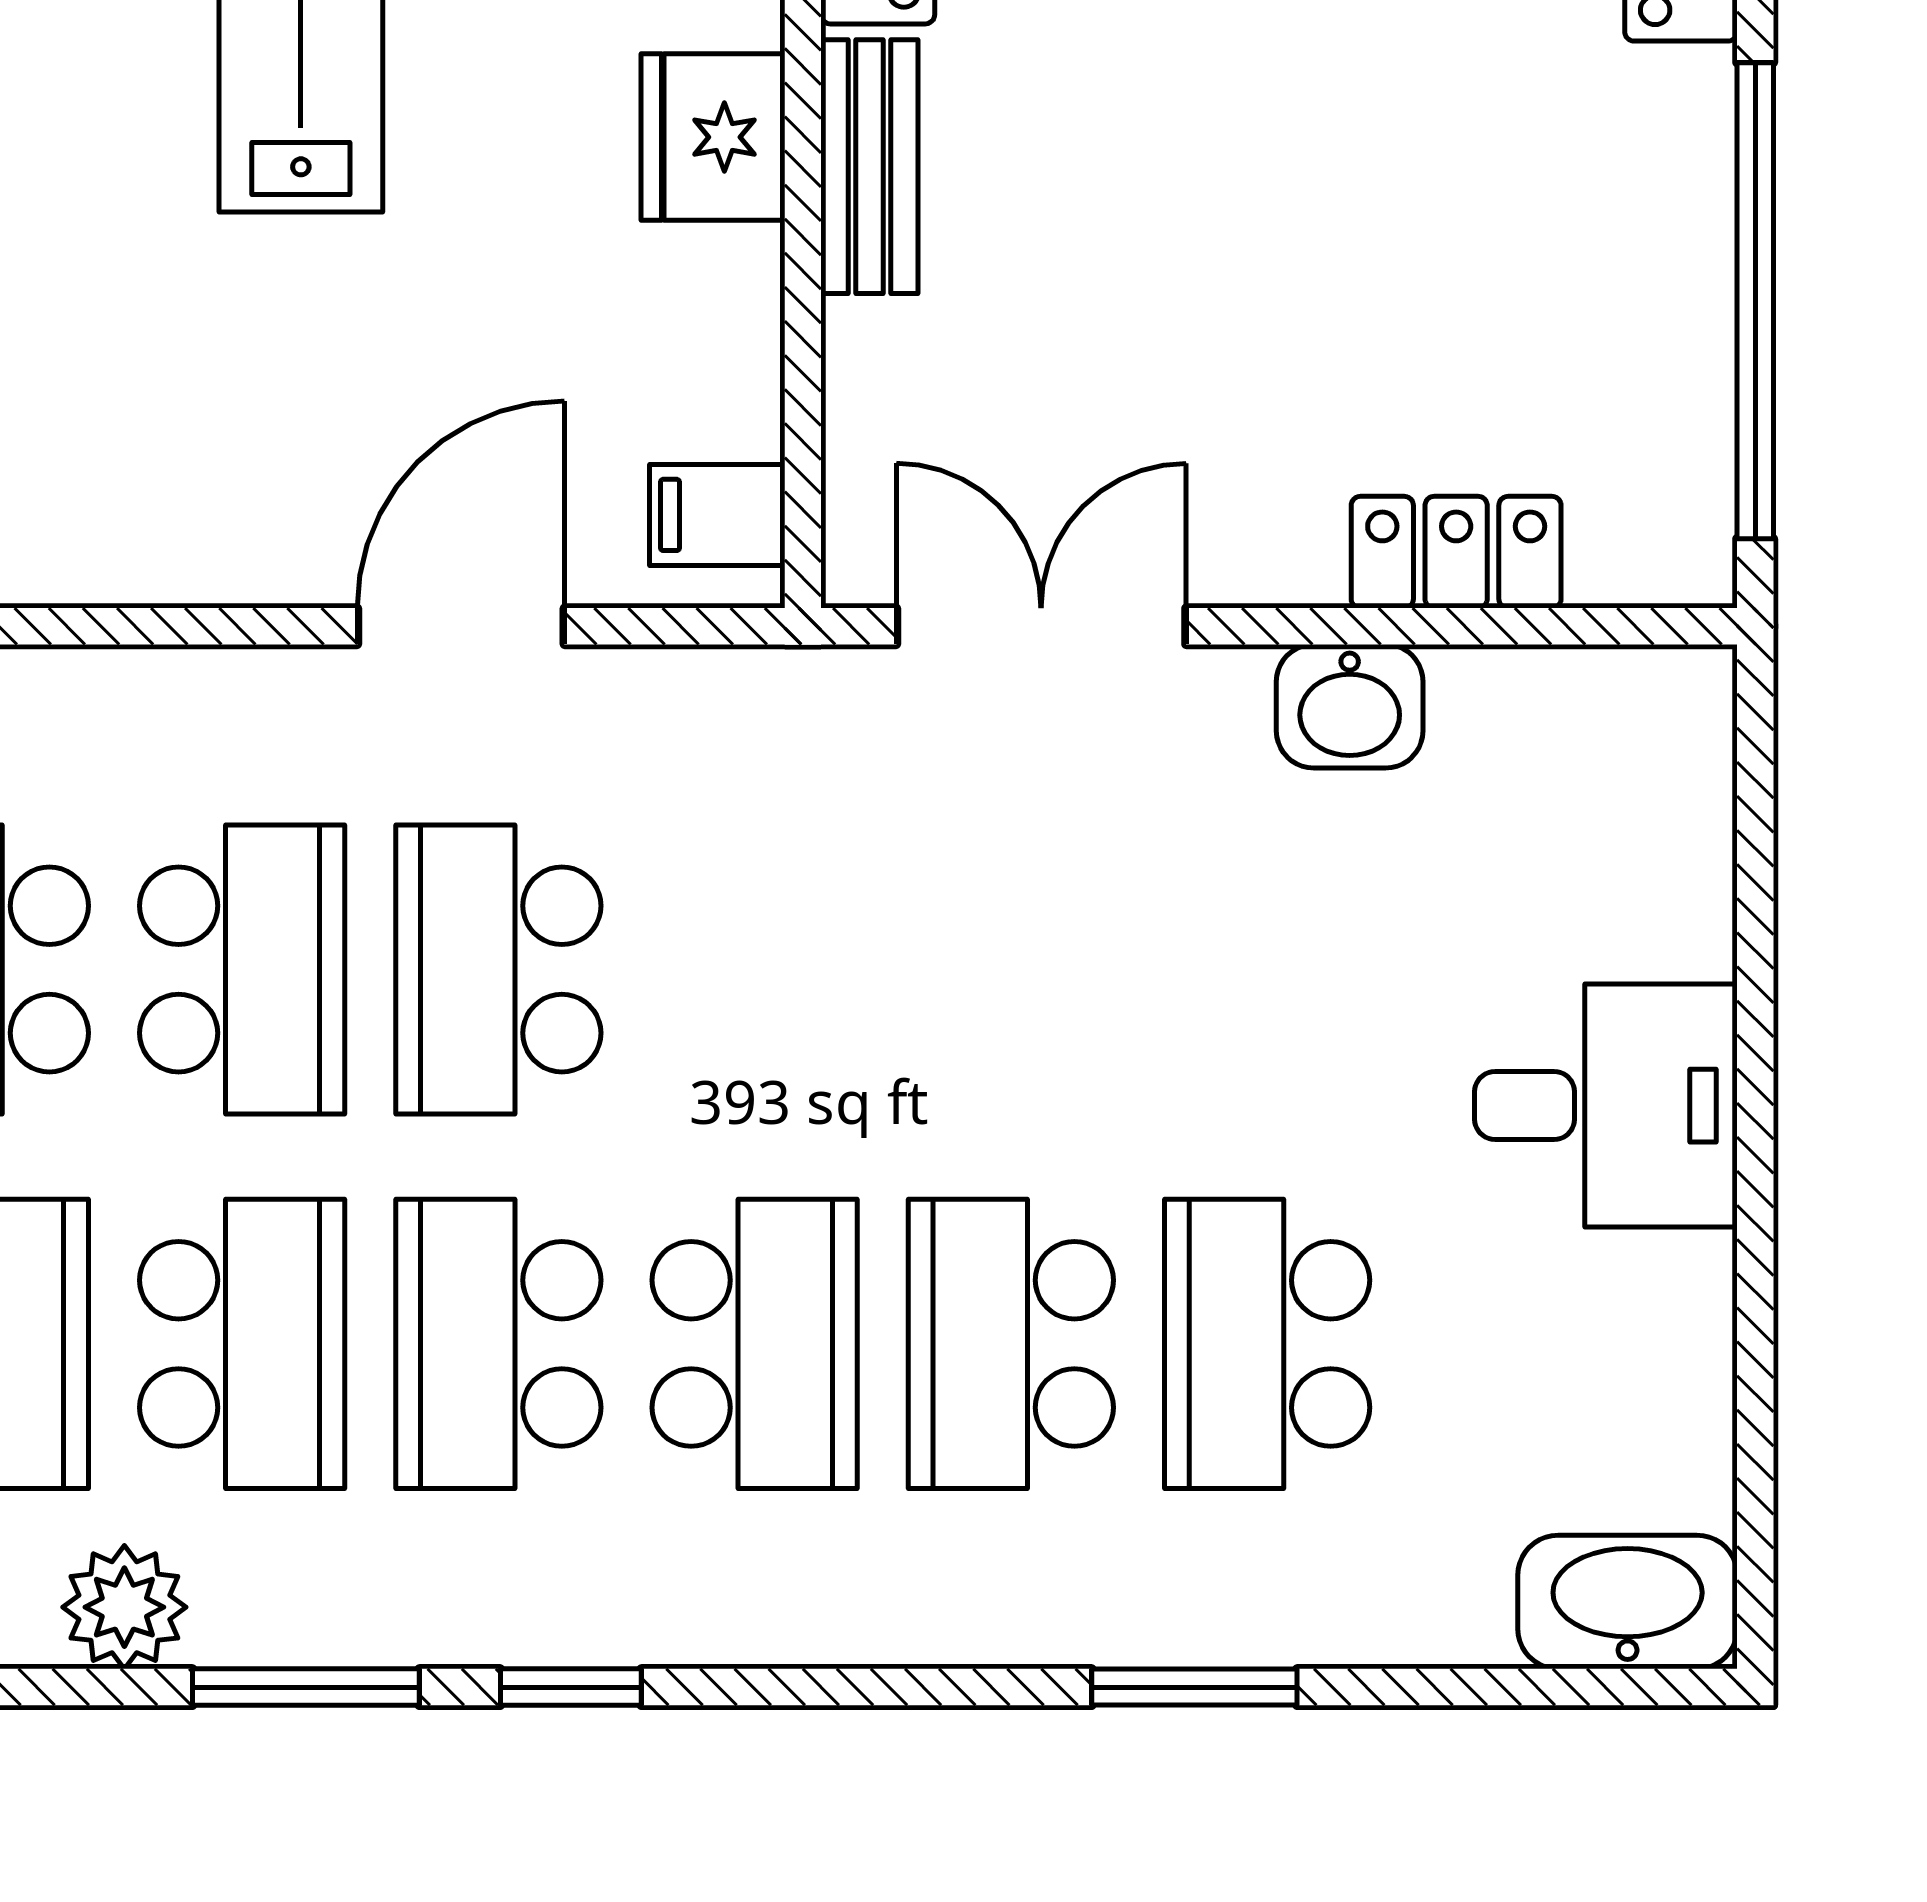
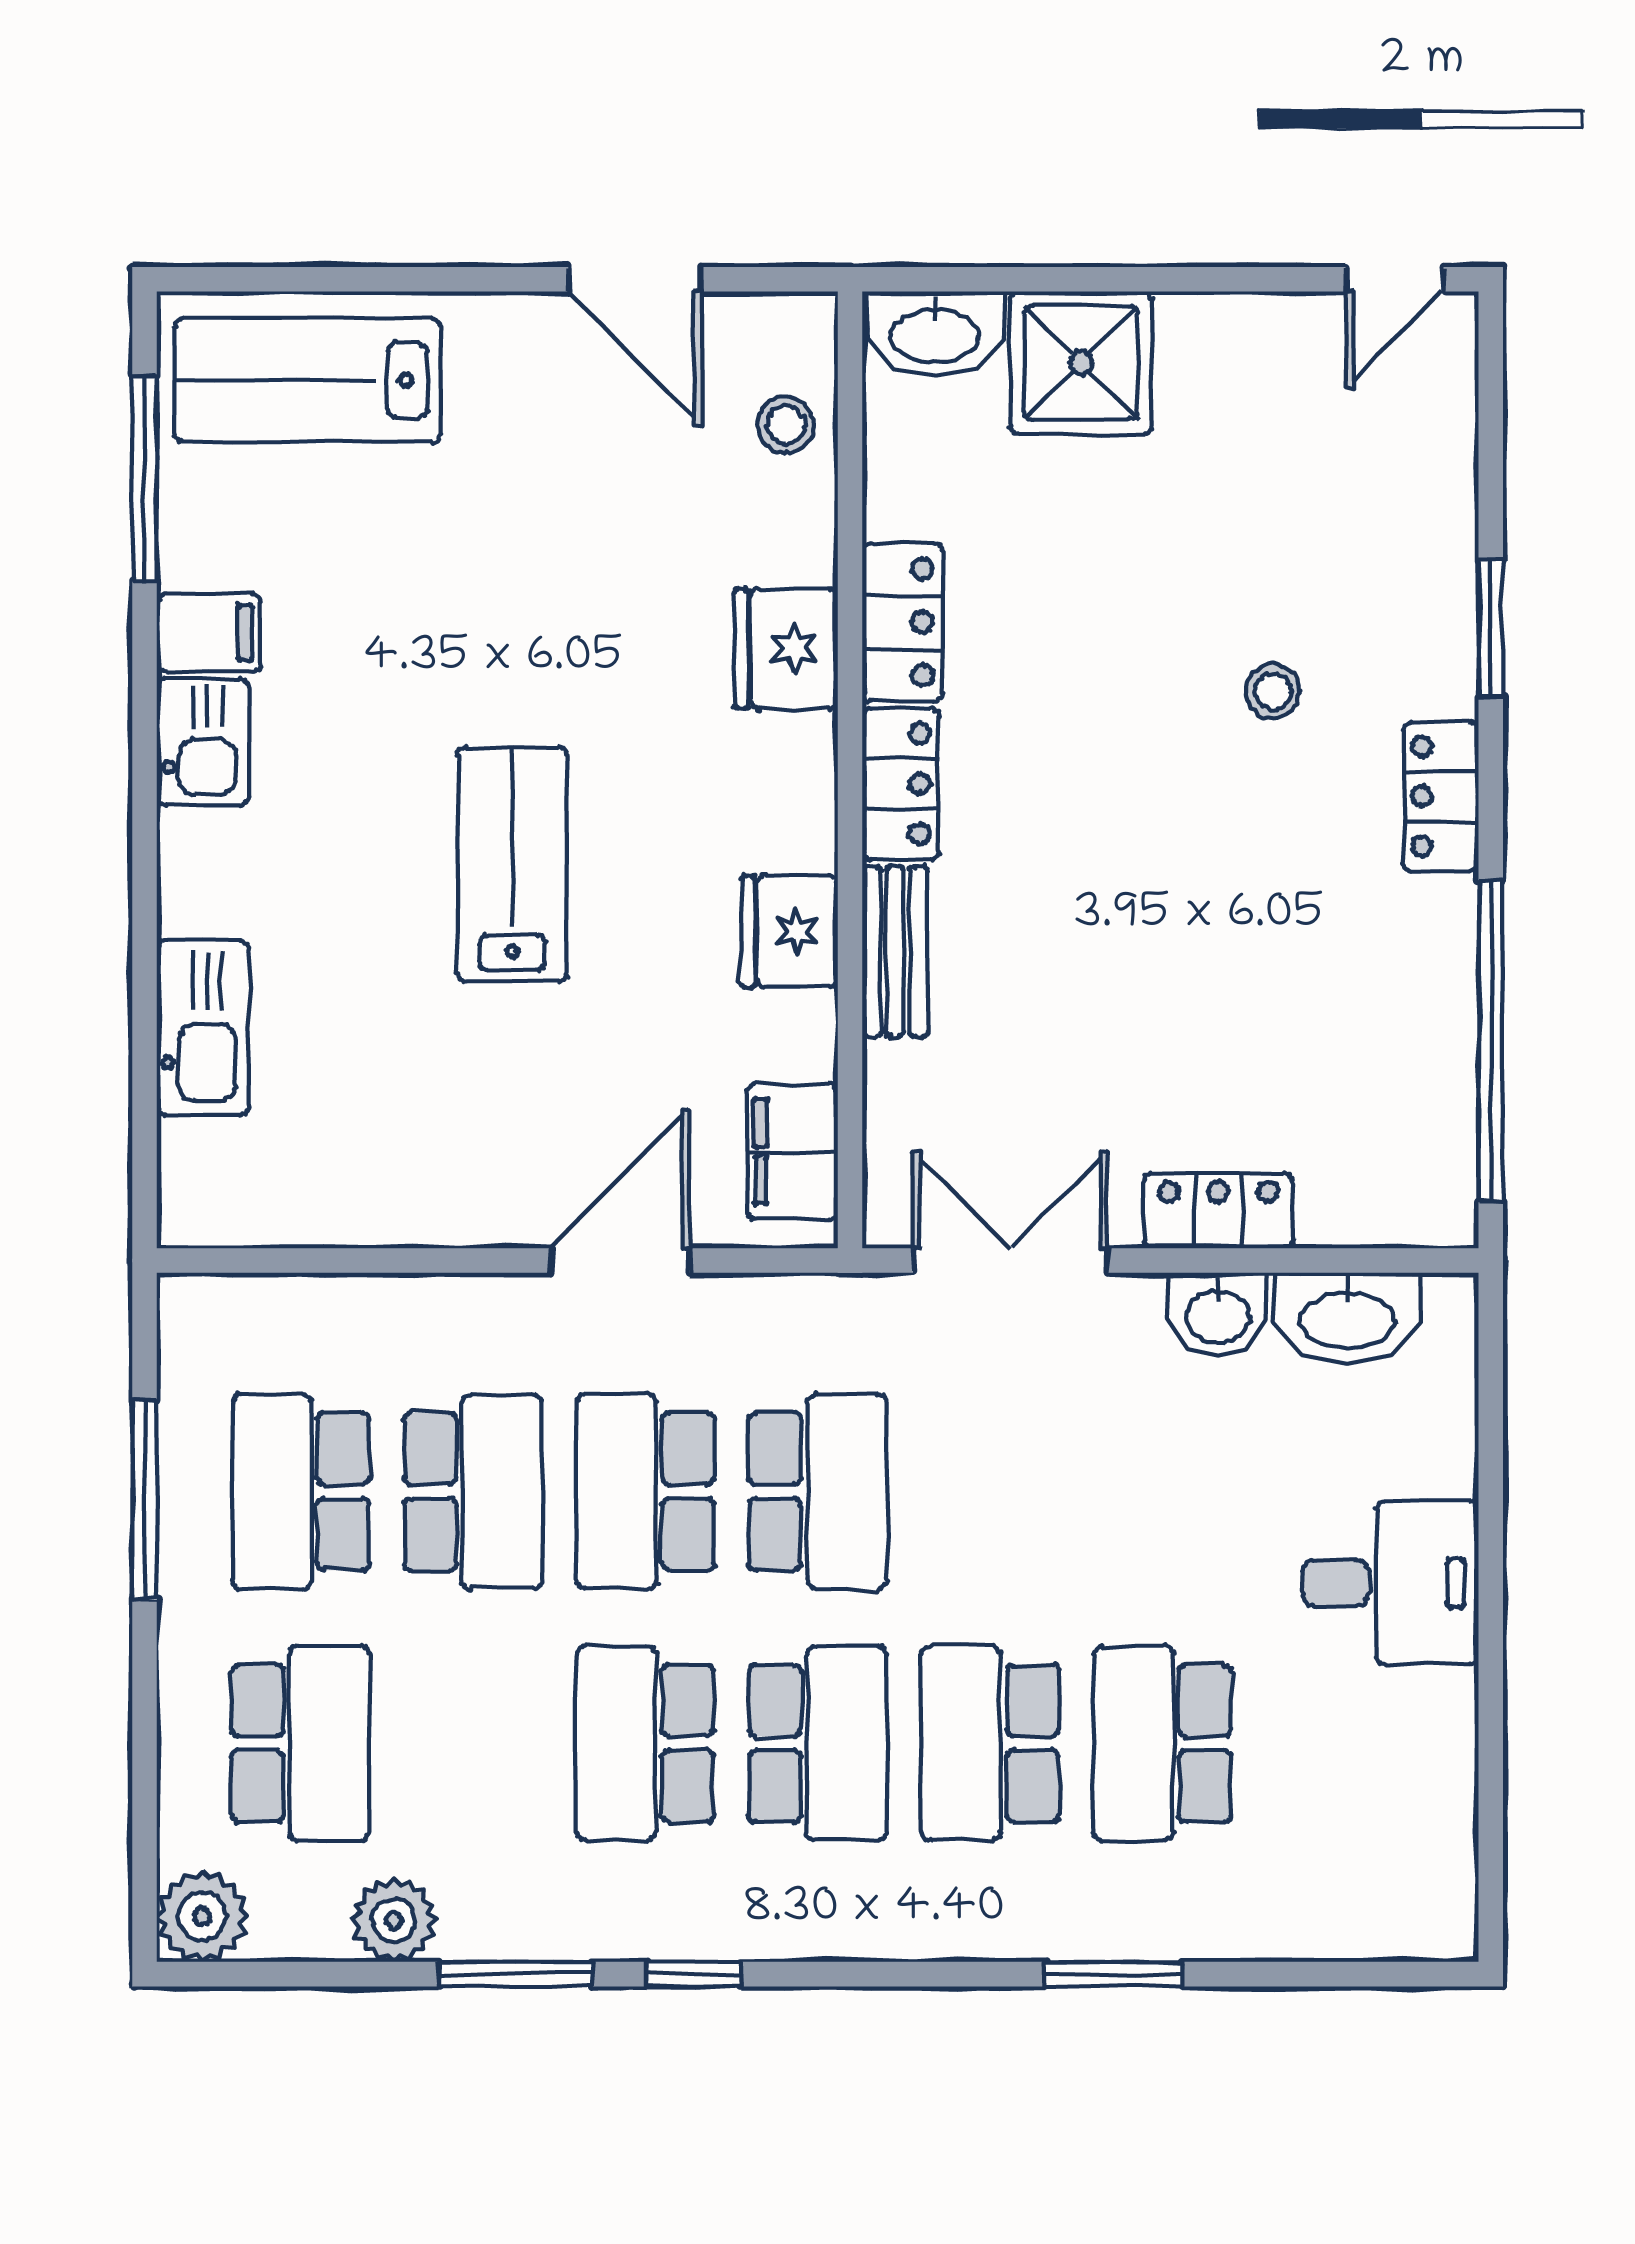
filing cabinet: (717, 515) -> (792, 1152), width x2.00
locker: (1456, 552) -> (1218, 1211), moved
school desk: (242, 1344) -> (818, 1491), moved
washbasin: (1628, 1602) -> (1347, 1318), moved, turned 180

